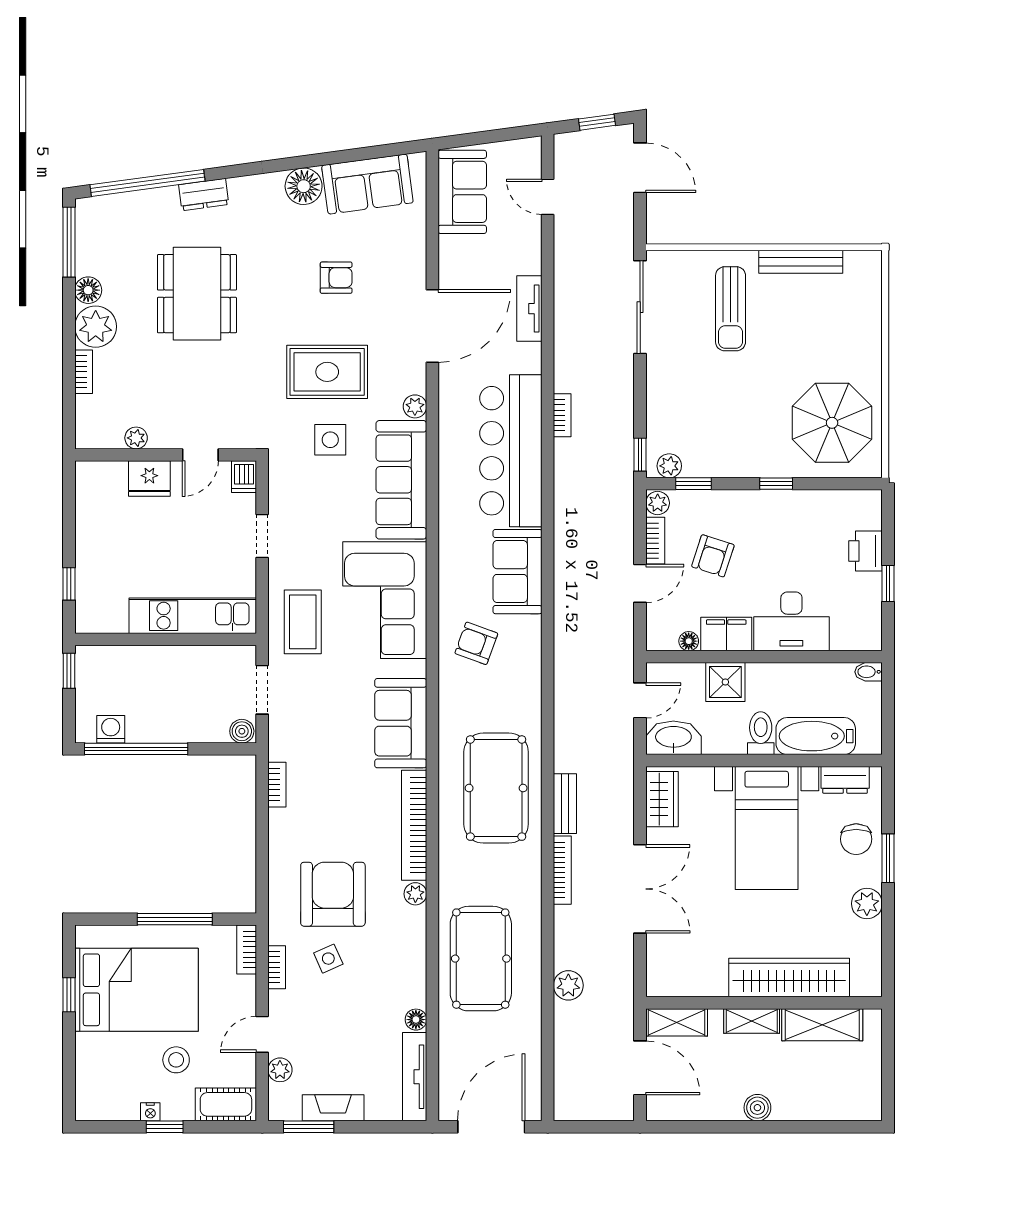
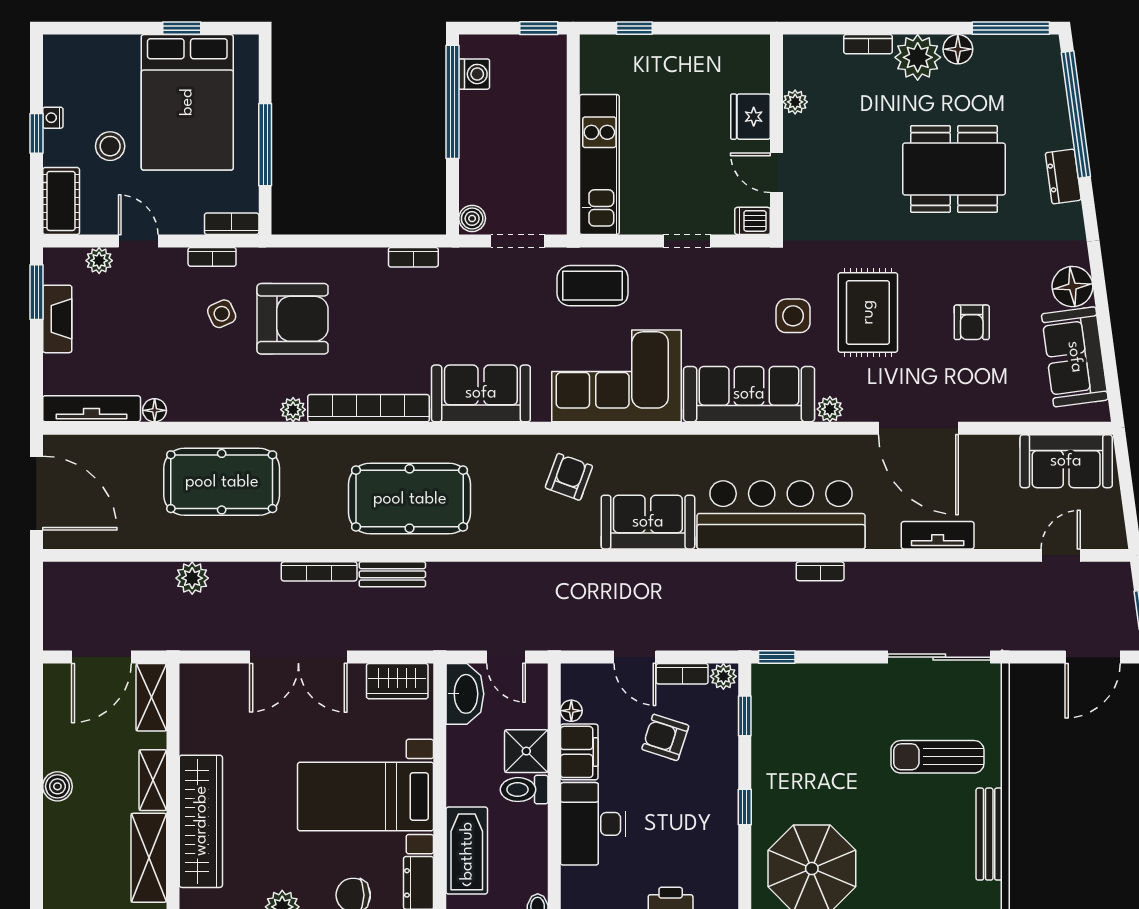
plant: (669, 466) -> (764, 689), removed
toilet: (761, 733) -> (524, 790), moved, turned 180

